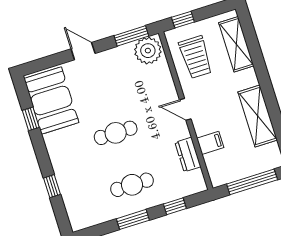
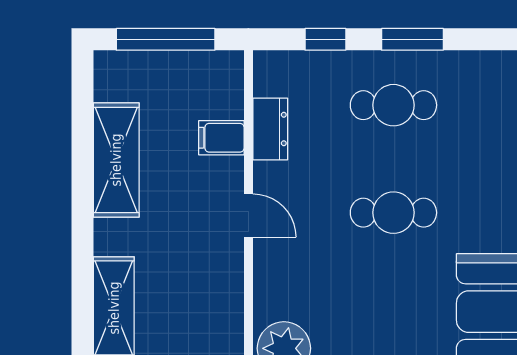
trolley: (196, 57) -> (198, 308), removed

